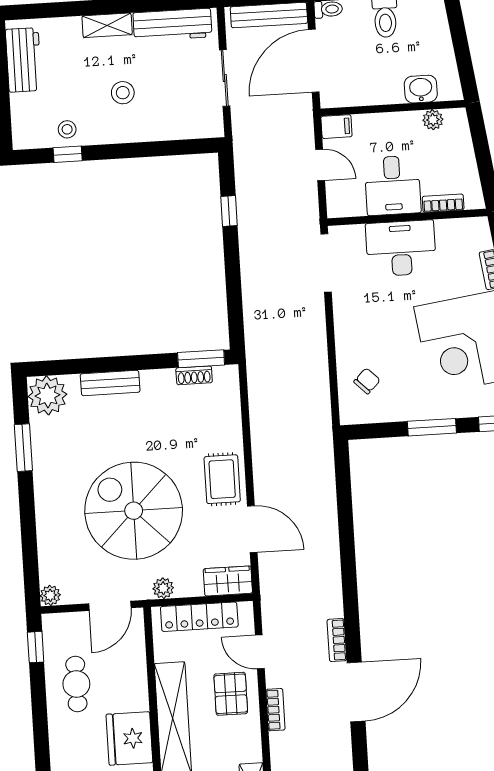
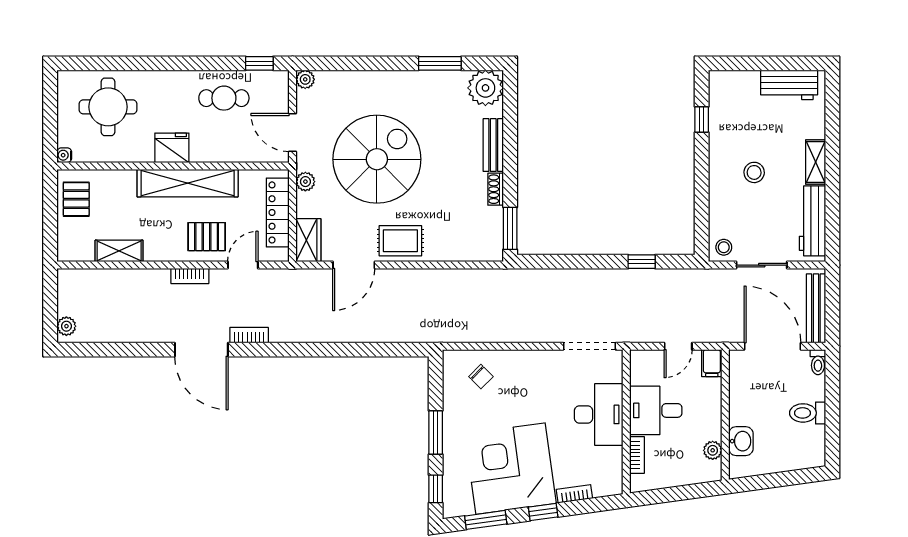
stool: (67, 129) -> (724, 247), moved
shoe rack: (194, 375) -> (496, 189), moved
fridge: (129, 738) -> (172, 148), width x0.73, depth x0.75

